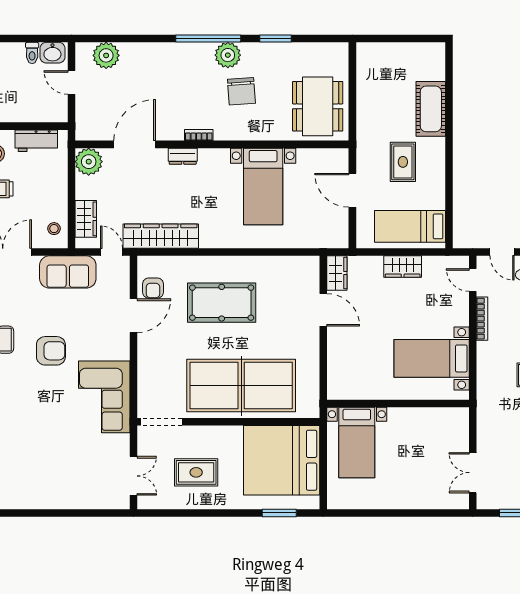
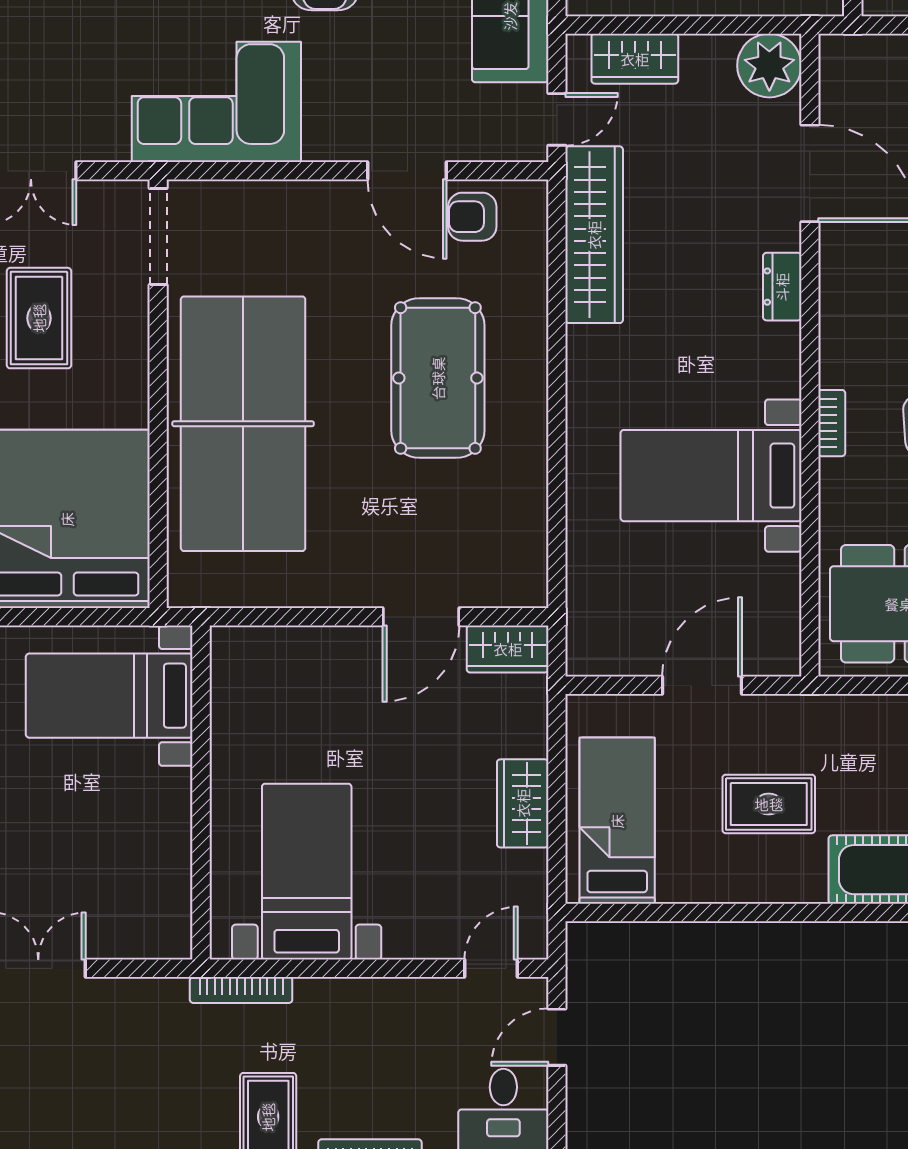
bookcase: (199, 135) -> (832, 423), moved
bookcase: (482, 319) -> (241, 990), moved

